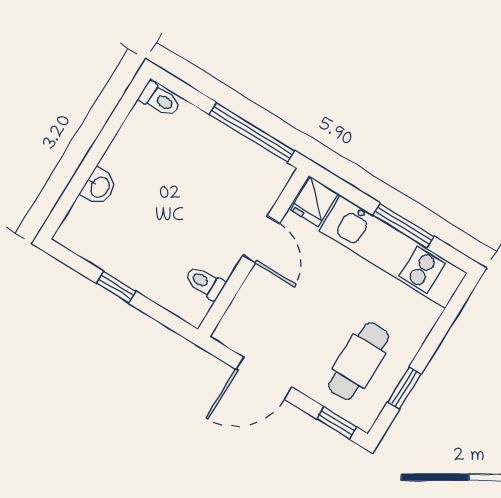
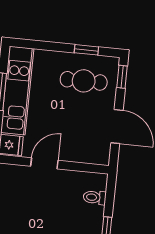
toilet: (205, 283) -> (95, 197), moved, turned 90

